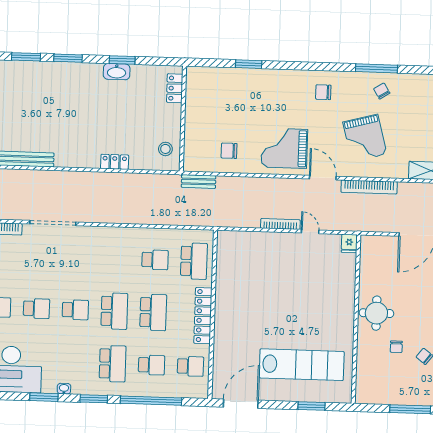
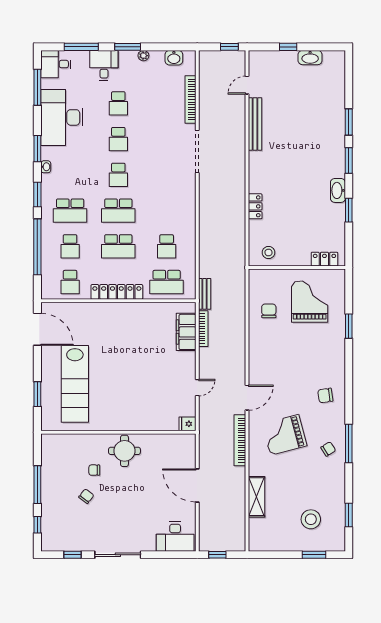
washbasin: (117, 72) -> (338, 190), moved
chair: (323, 92) -> (325, 395), turned -98
grand piano: (284, 148) -> (310, 302), moved
bench: (199, 181) -> (205, 294), moved
bookcase: (280, 224) -> (203, 329), moved
filing cabinet: (249, 242) -> (186, 332), added

